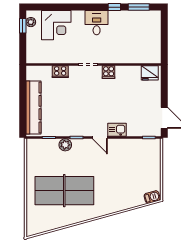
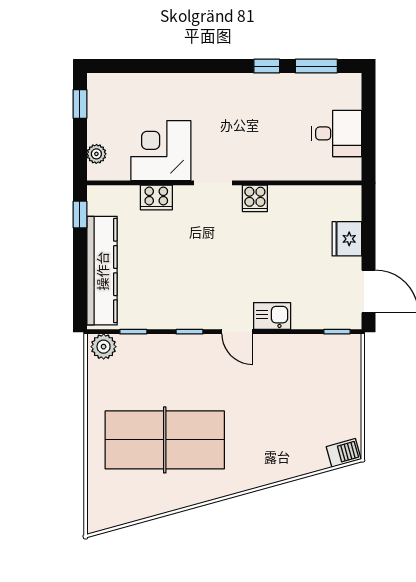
plant: (31, 22) -> (96, 154), moved
desk: (97, 23) -> (337, 133), moved, turned 90
corner desk: (56, 25) -> (161, 151), moved, turned 180
fridge: (150, 73) -> (347, 239), moved, turned 90
window: (23, 80) -> (80, 215), added
plant: (65, 145) -> (104, 347), moved

